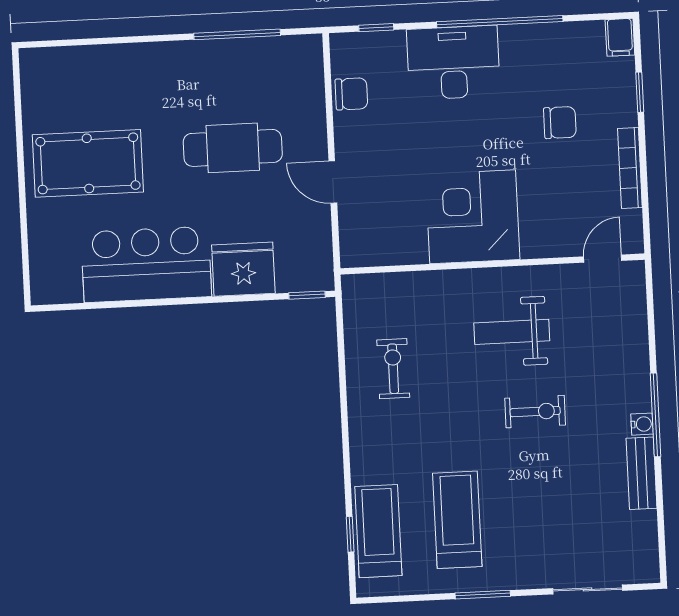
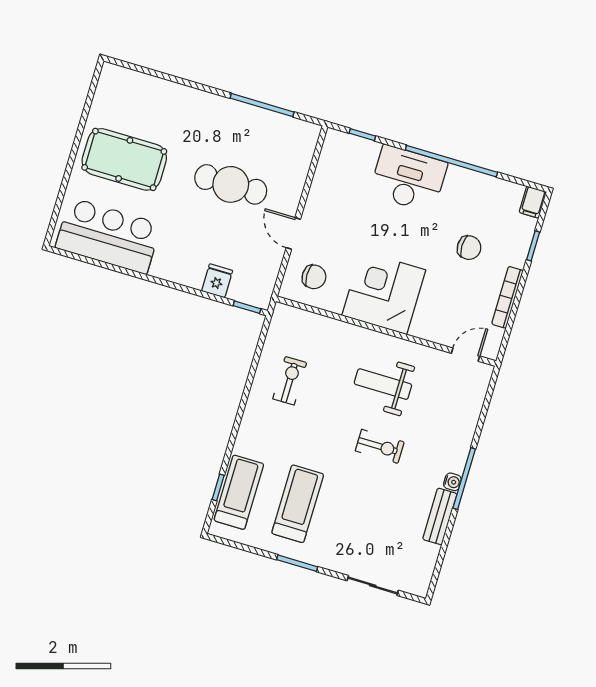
chair: (351, 94) -> (314, 277), moved
bar counter: (146, 264) -> (108, 236), moved
fridge: (243, 269) -> (217, 281), width x0.53, depth x0.75

